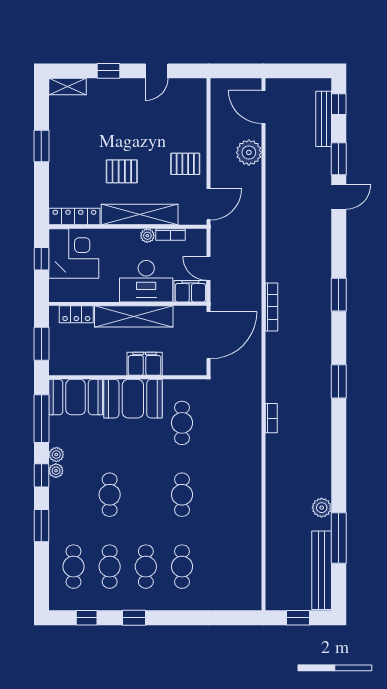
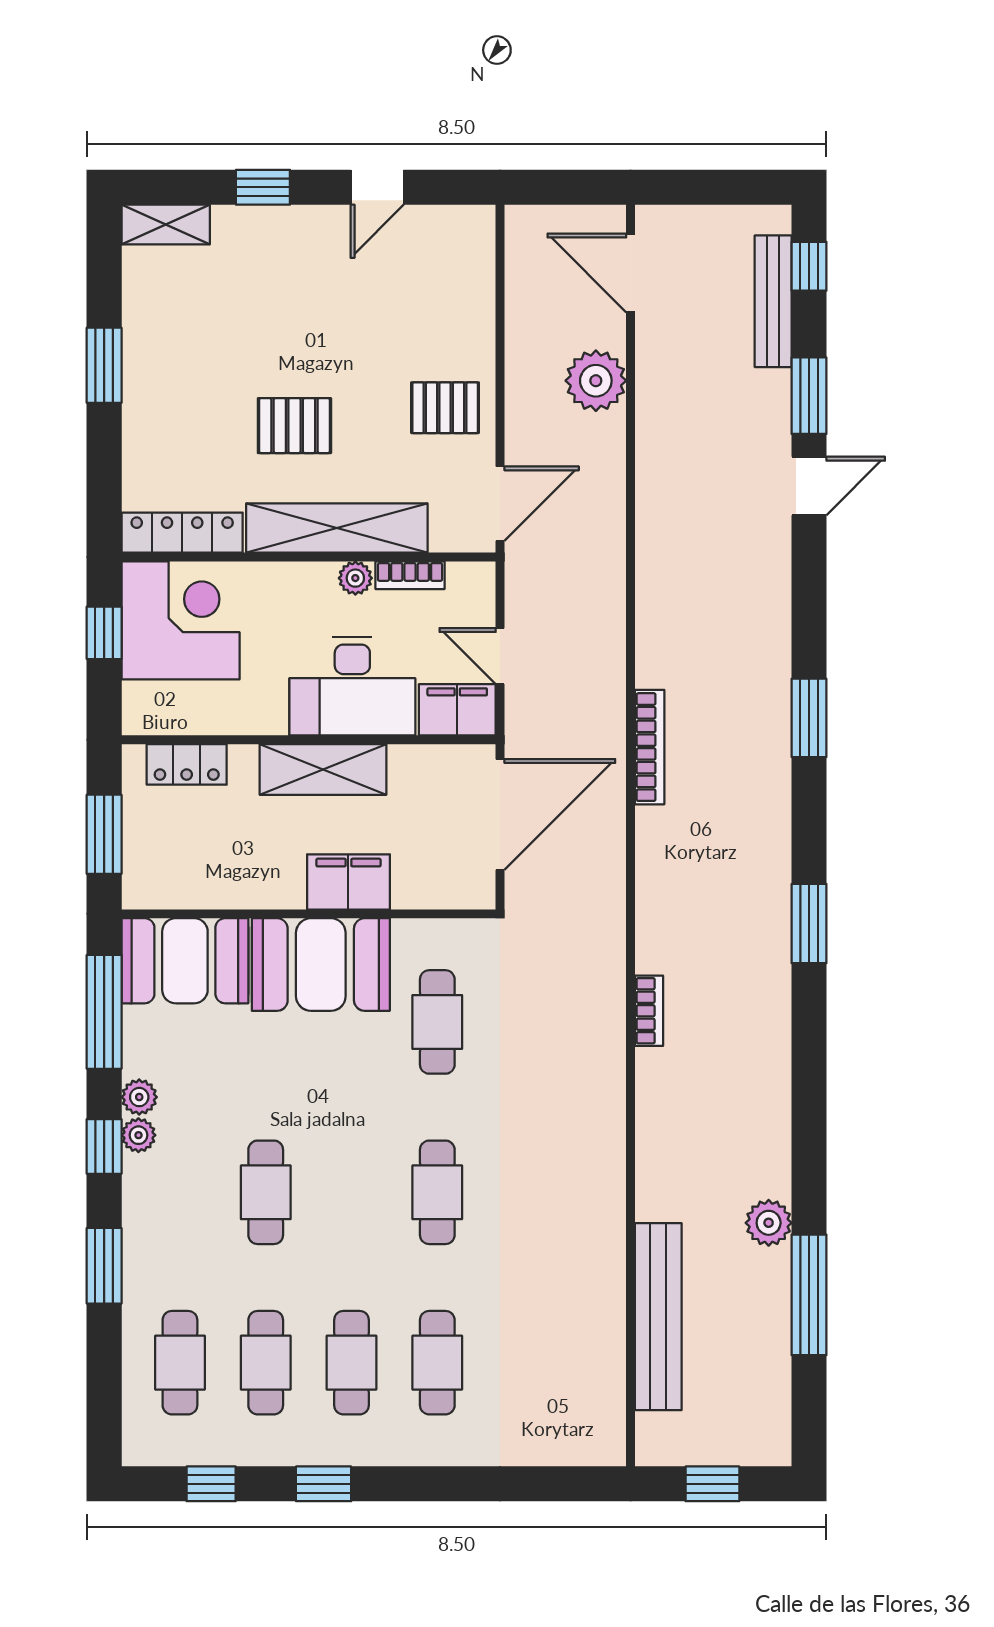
shelving: (134, 316) -> (323, 769), width x0.68
bench: (322, 570) -> (658, 1317), moved

